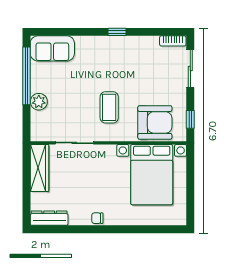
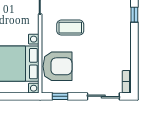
window: (117, 32) -> (134, 15), moved
armchair: (155, 122) -> (57, 66), turned -90

